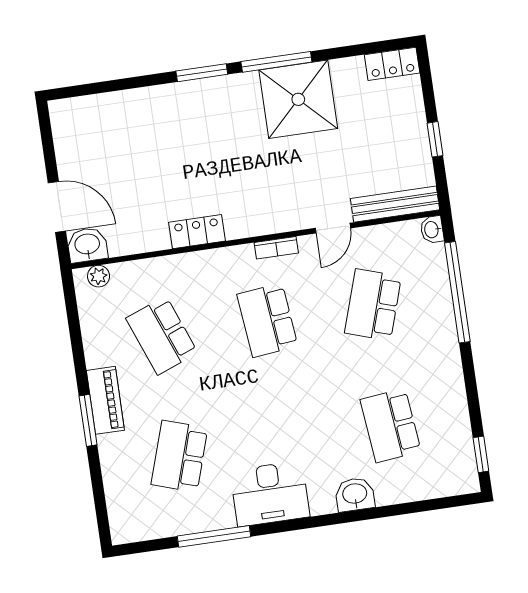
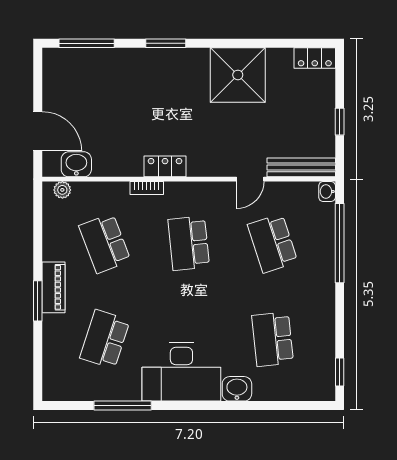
window: (276, 62) -> (87, 43), moved
locker: (197, 232) -> (165, 166), moved
washbasin: (87, 245) -> (76, 164), moved
bookcase: (276, 248) -> (147, 188), moved
school desk: (373, 305) -> (273, 243), turned -36
desk: (270, 494) -> (181, 372), width x1.36, depth x1.30

